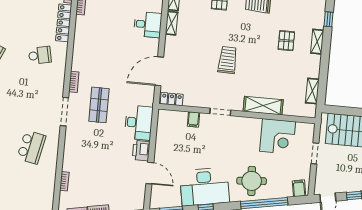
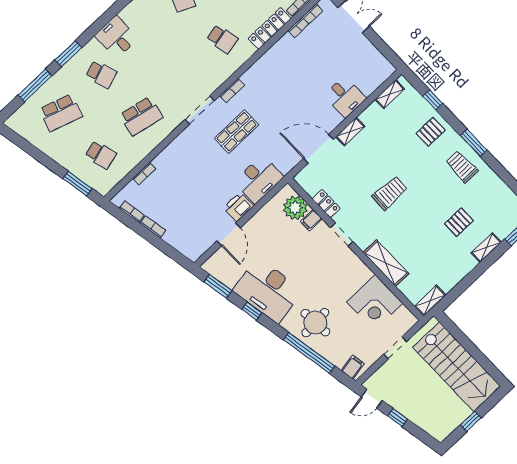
shelving: (172, 23) -> (350, 132), moved
shelving: (312, 91) -> (430, 301), moved
locker: (172, 99) -> (326, 204), moved
plant: (177, 120) -> (295, 208), added
school desk: (27, 193) -> (101, 155), added

